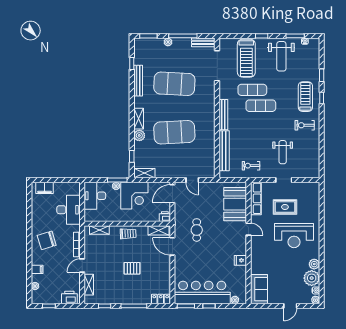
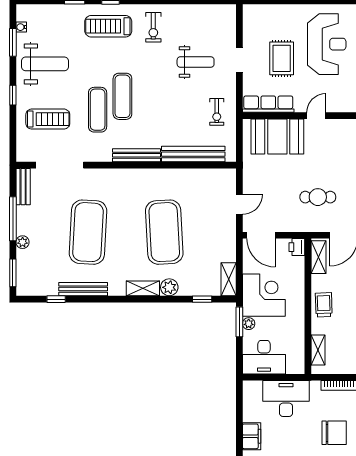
treadmill: (246, 58) -> (48, 119), width x0.73, depth x0.73
chair: (47, 240) -> (334, 433), turned -73

